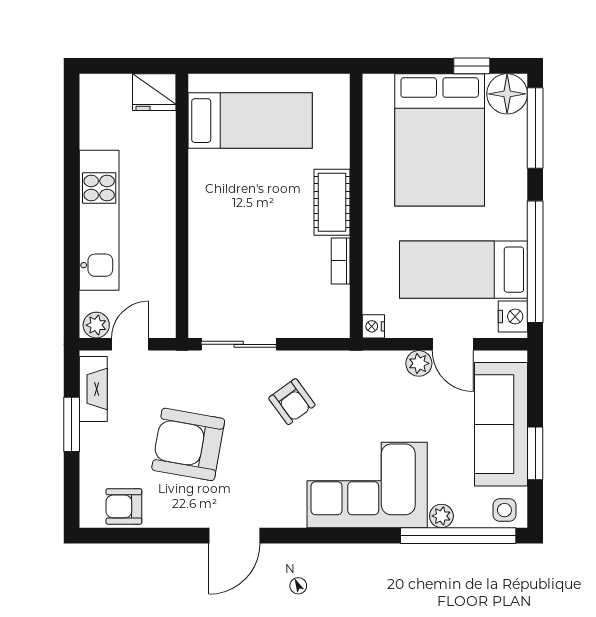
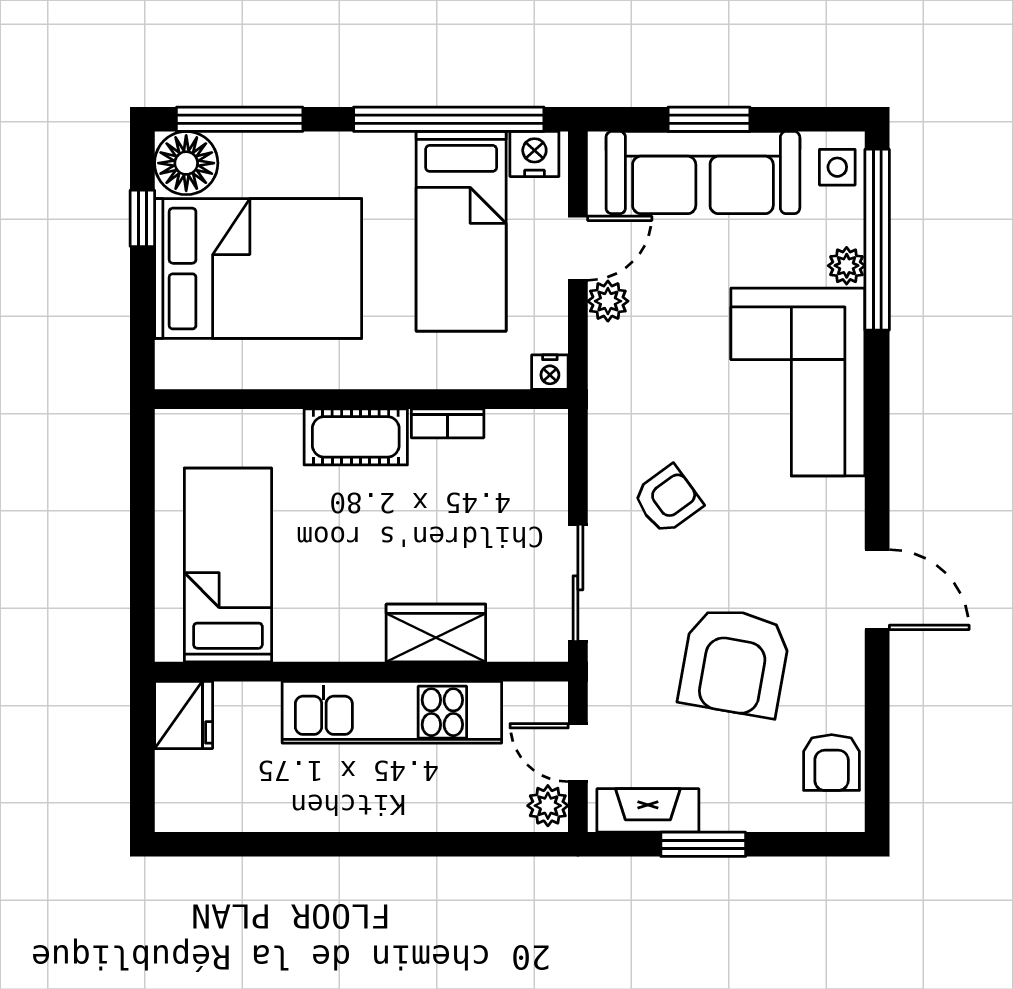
kitchen unit: (99, 220) -> (392, 712), moved, turned 180
wardrobe: (207, 253) -> (436, 633), added
window: (535, 453) -> (709, 119), moved

